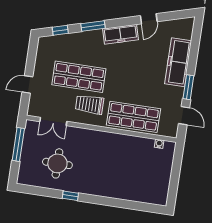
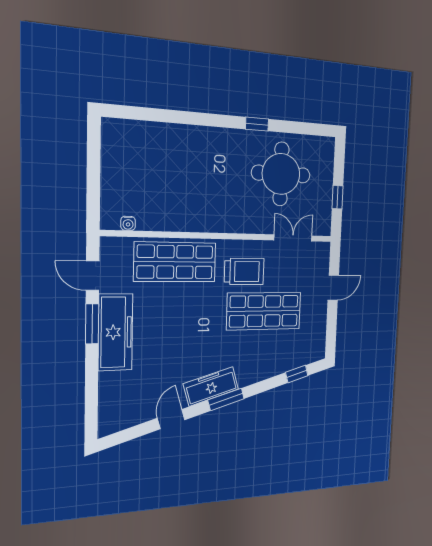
window: (93, 26) -> (226, 399), moved
freezer: (178, 62) -> (115, 332), moved
window: (18, 144) -> (338, 197), width x0.46
round table: (57, 163) -> (281, 174), width x1.36, depth x1.36

